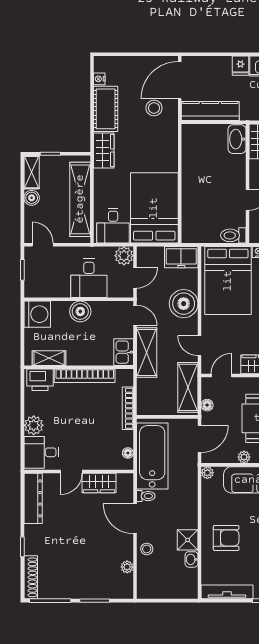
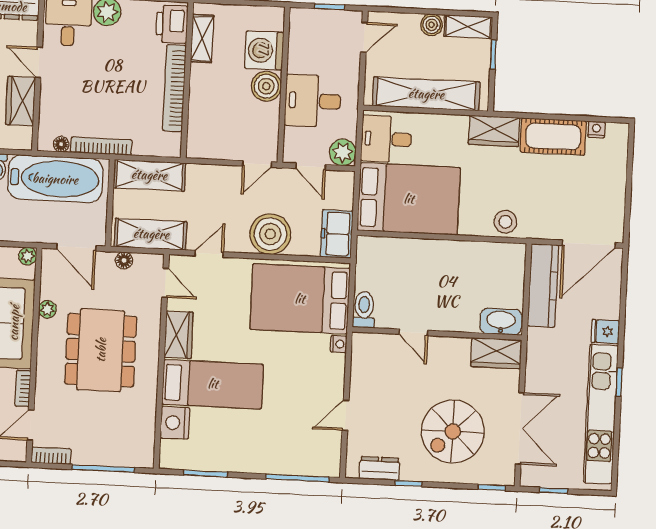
door: (180, 80) -> (589, 244), swing flipped
stool: (154, 108) -> (505, 222), moved
washing machine: (37, 314) -> (264, 50), moved, turned 90
kitchen sink: (124, 352) -> (205, 145), removed
shelving: (147, 353) -> (149, 175), moved
bookcase: (128, 408) -> (101, 146), moved

